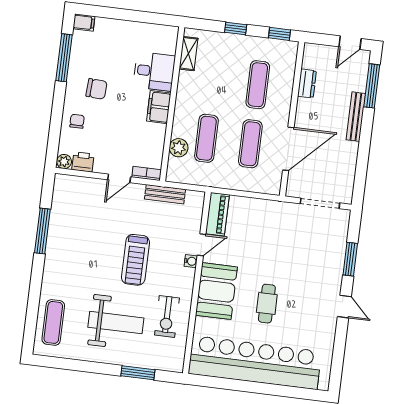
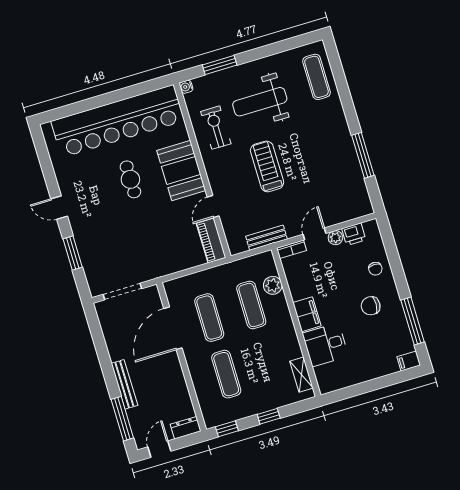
dresser: (307, 84) -> (186, 428), moved, turned 90
plant: (64, 162) -> (335, 238), moved
water cooler: (191, 261) -> (186, 87), moved

